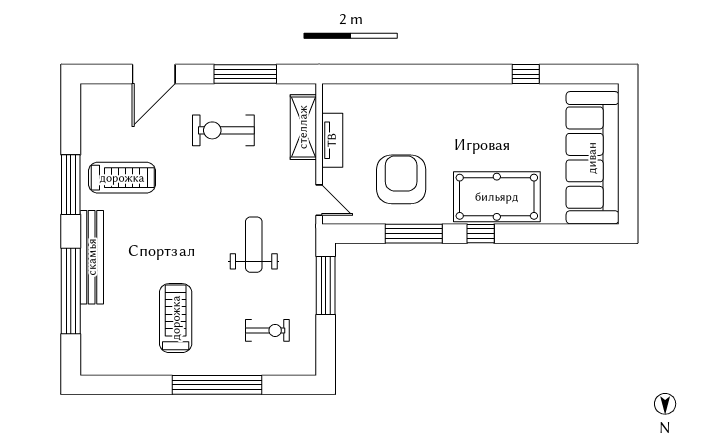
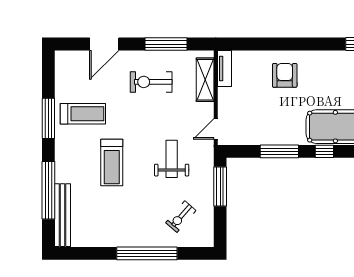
tv unit: (332, 140) -> (225, 69), moved
armchair: (401, 179) -> (285, 75), moved, width x0.73, depth x0.73
door: (319, 200) -> (216, 129), swing flipped
bench: (92, 257) -> (63, 215), moved
treadmill: (176, 318) -> (112, 163), moved, turned 180
exercise bike: (267, 330) -> (181, 217), turned 131

